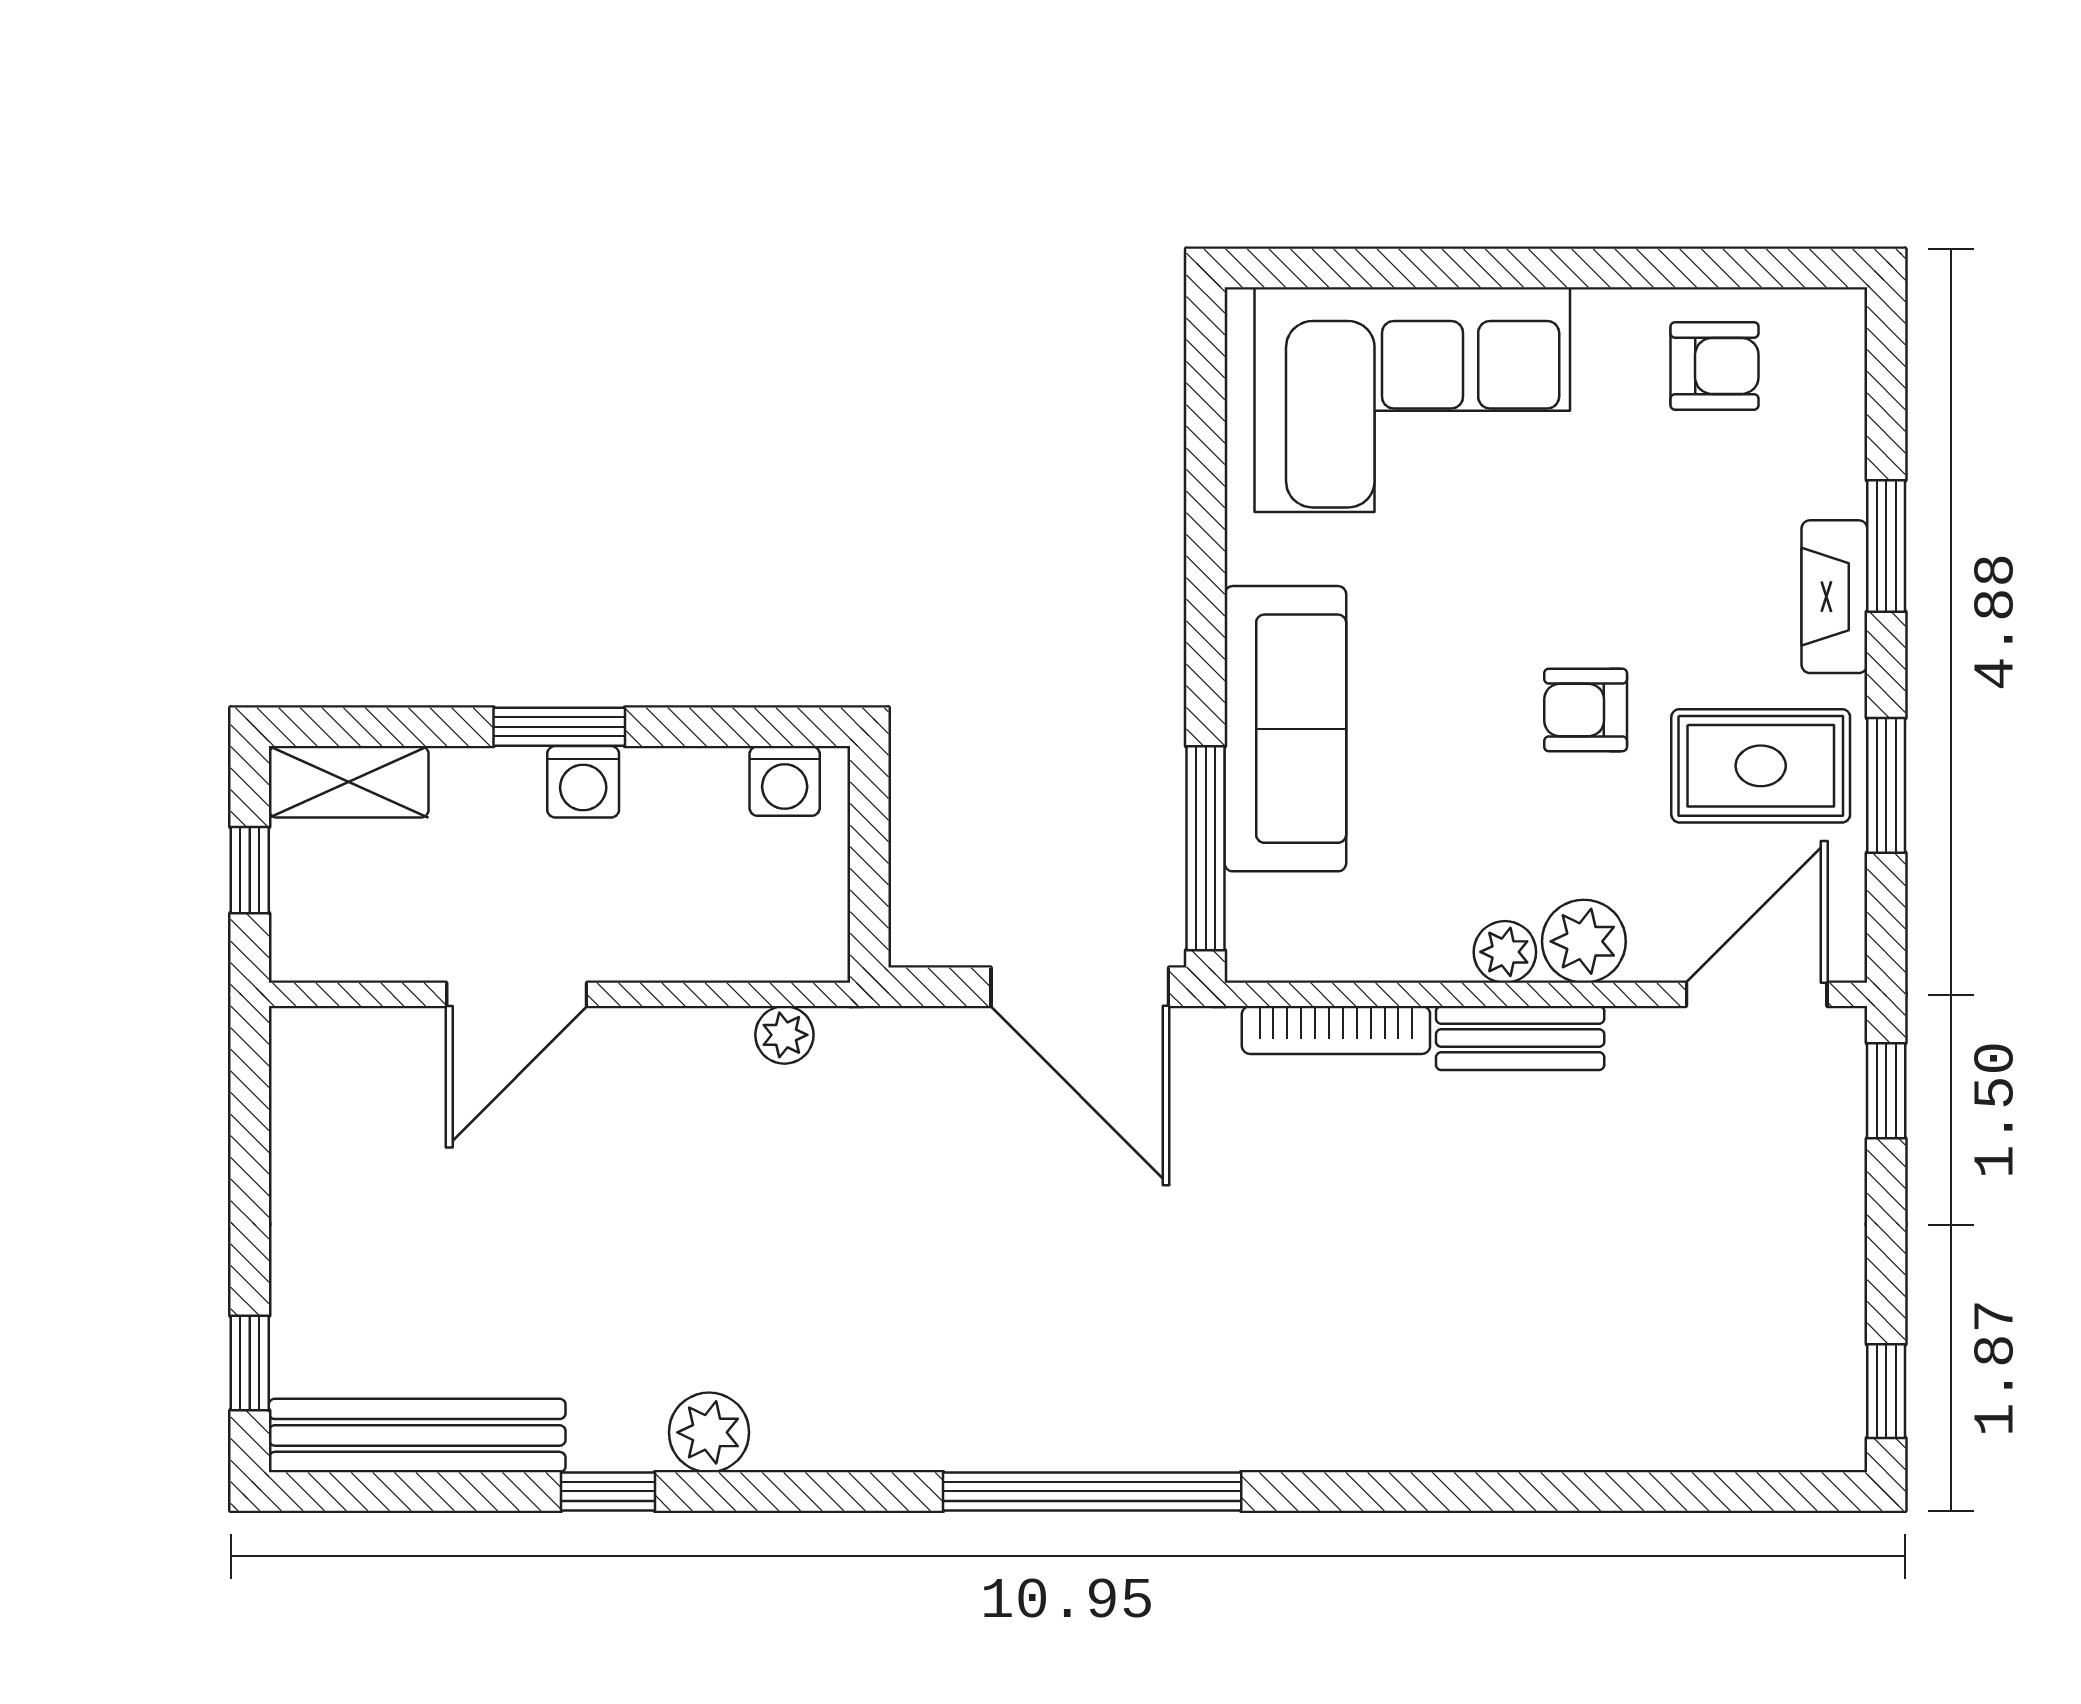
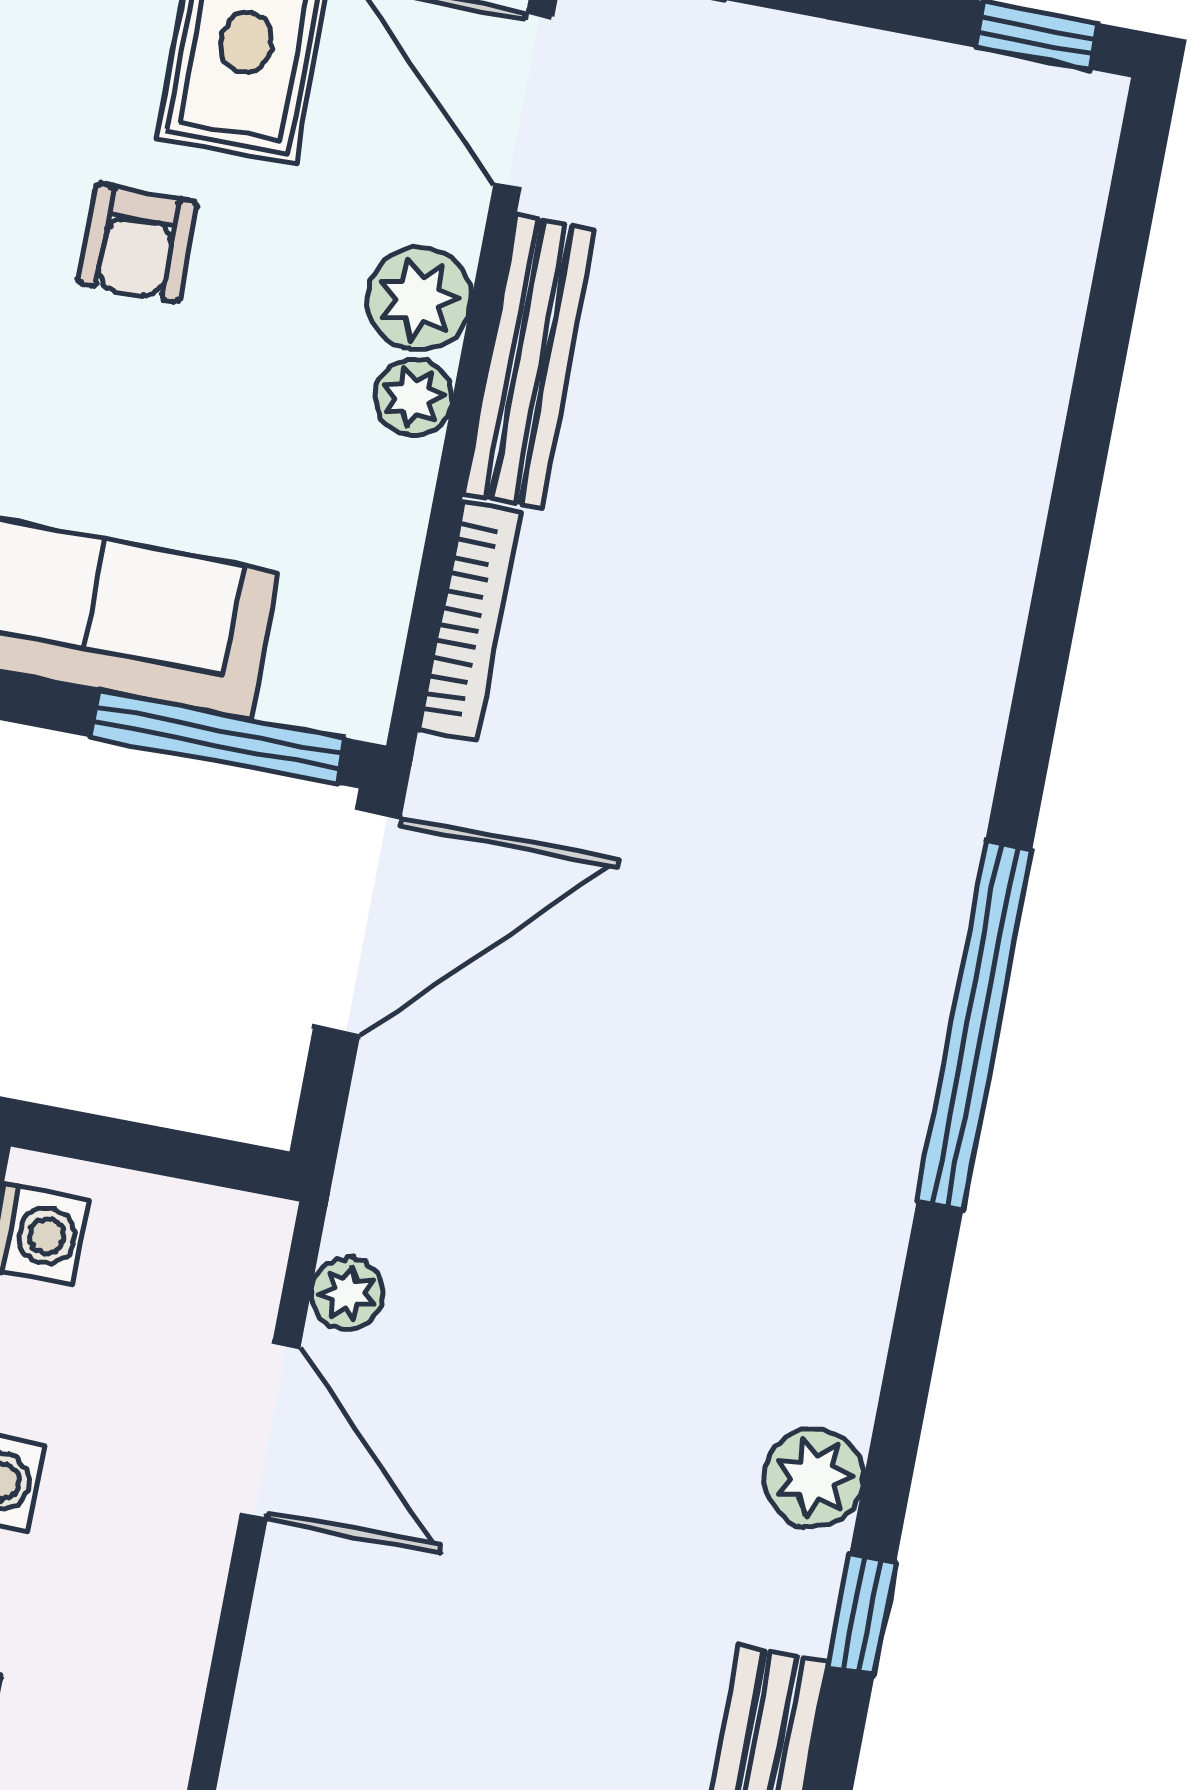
door: (517, 994) -> (270, 1431), moved
bench: (1520, 1038) -> (529, 362), width x1.36

